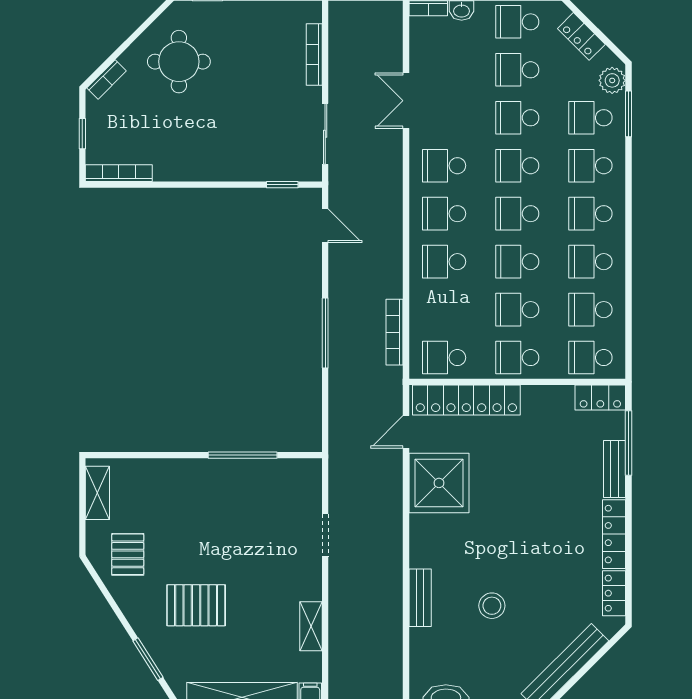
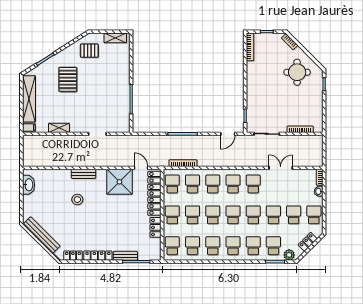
school desk: (444, 310) -> (193, 184), added
locker: (600, 398) -> (155, 227), moved
bench: (420, 598) -> (84, 174), moved
stool: (492, 606) -> (77, 200), moved

